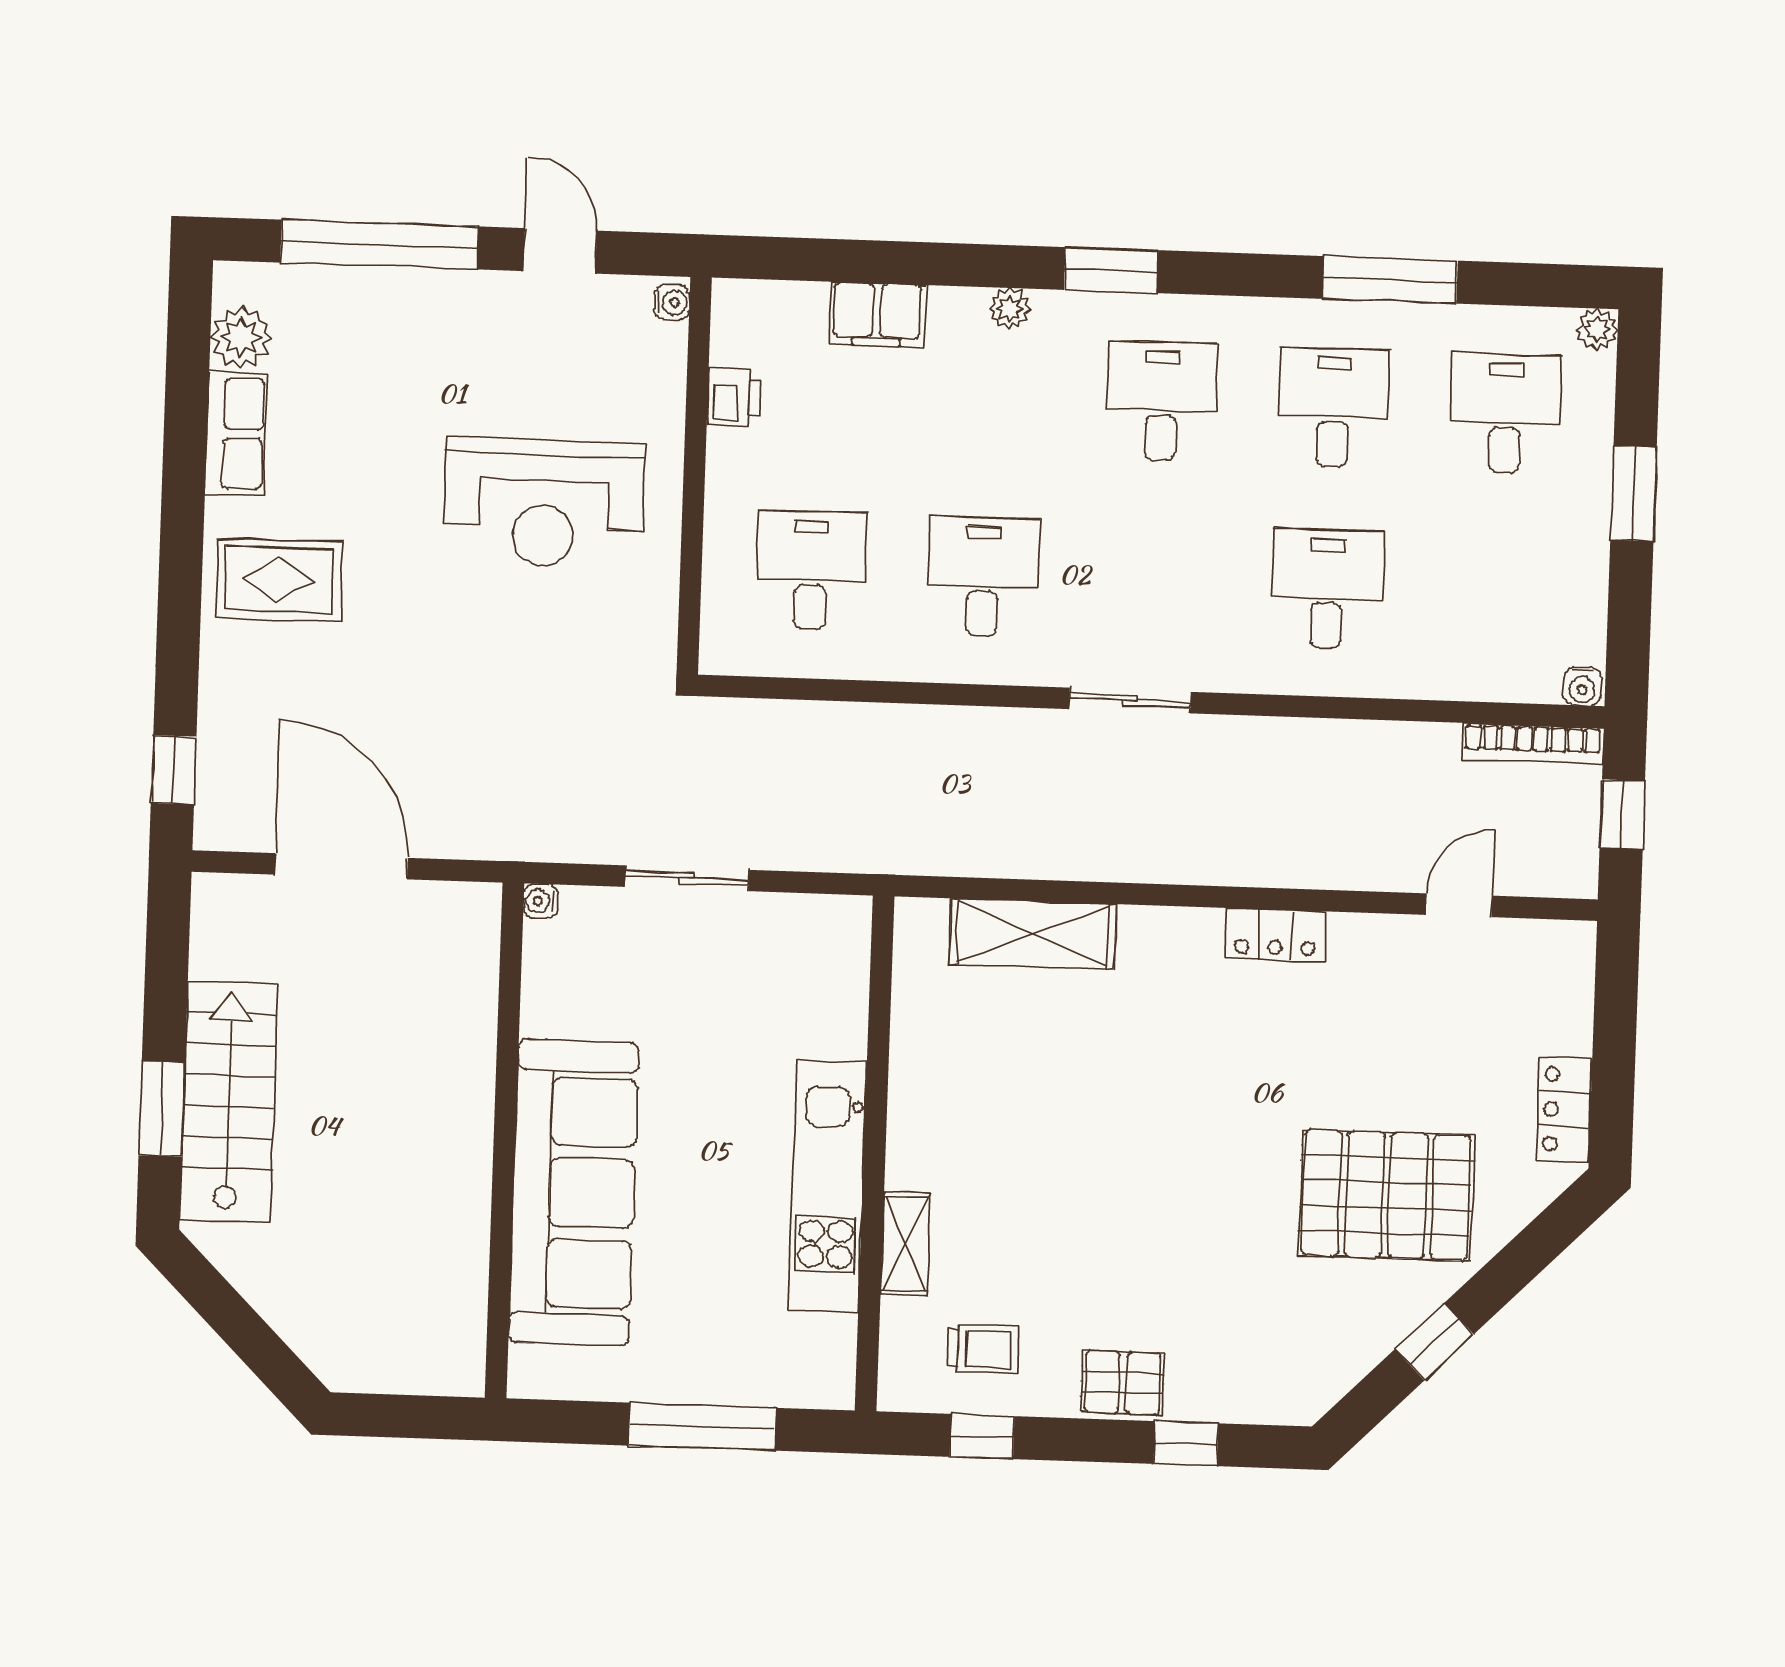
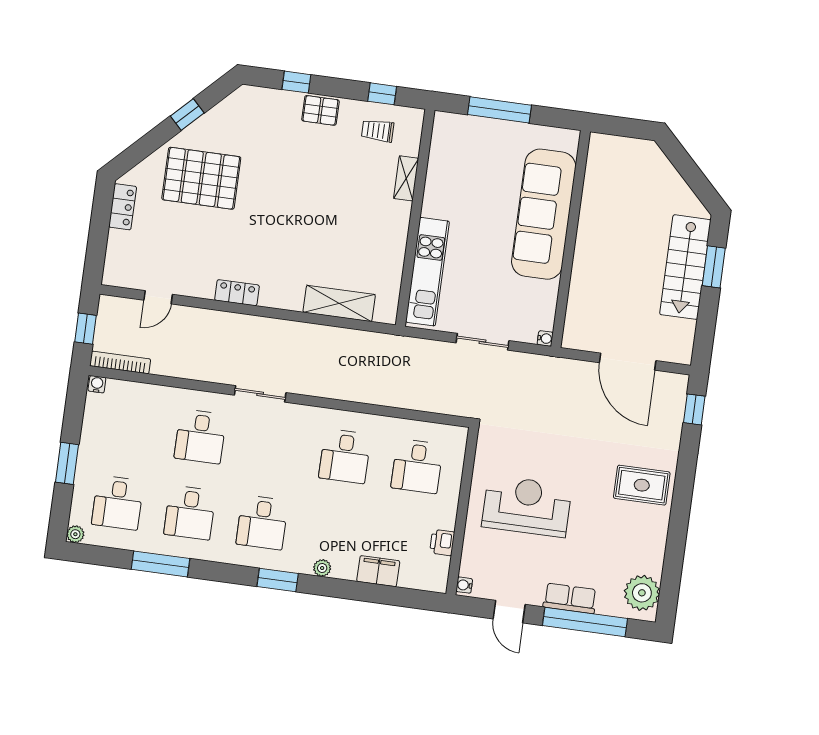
plant: (241, 338) -> (642, 593), width x1.36, depth x1.36
row of seats: (236, 434) -> (570, 598), moved, turned 90
sliding door: (1130, 700) -> (260, 394), moved
kitchen unit: (827, 1186) -> (427, 272), moved

